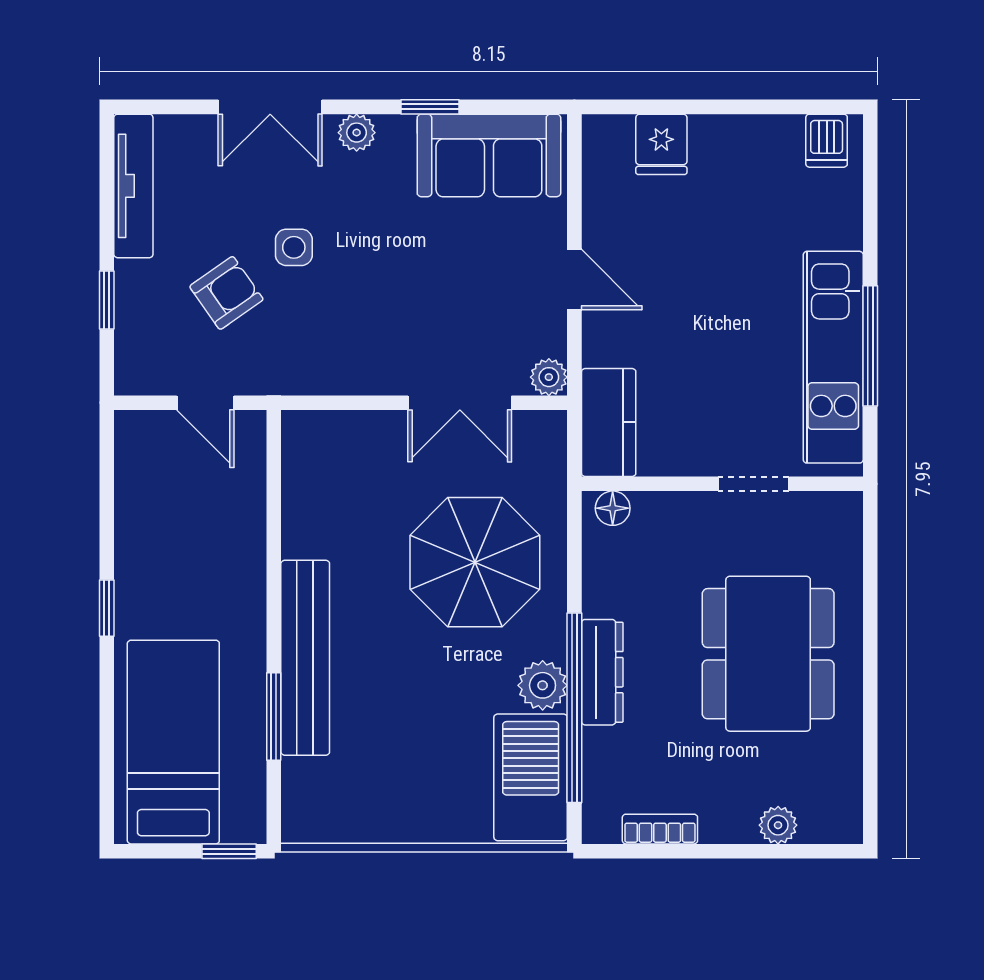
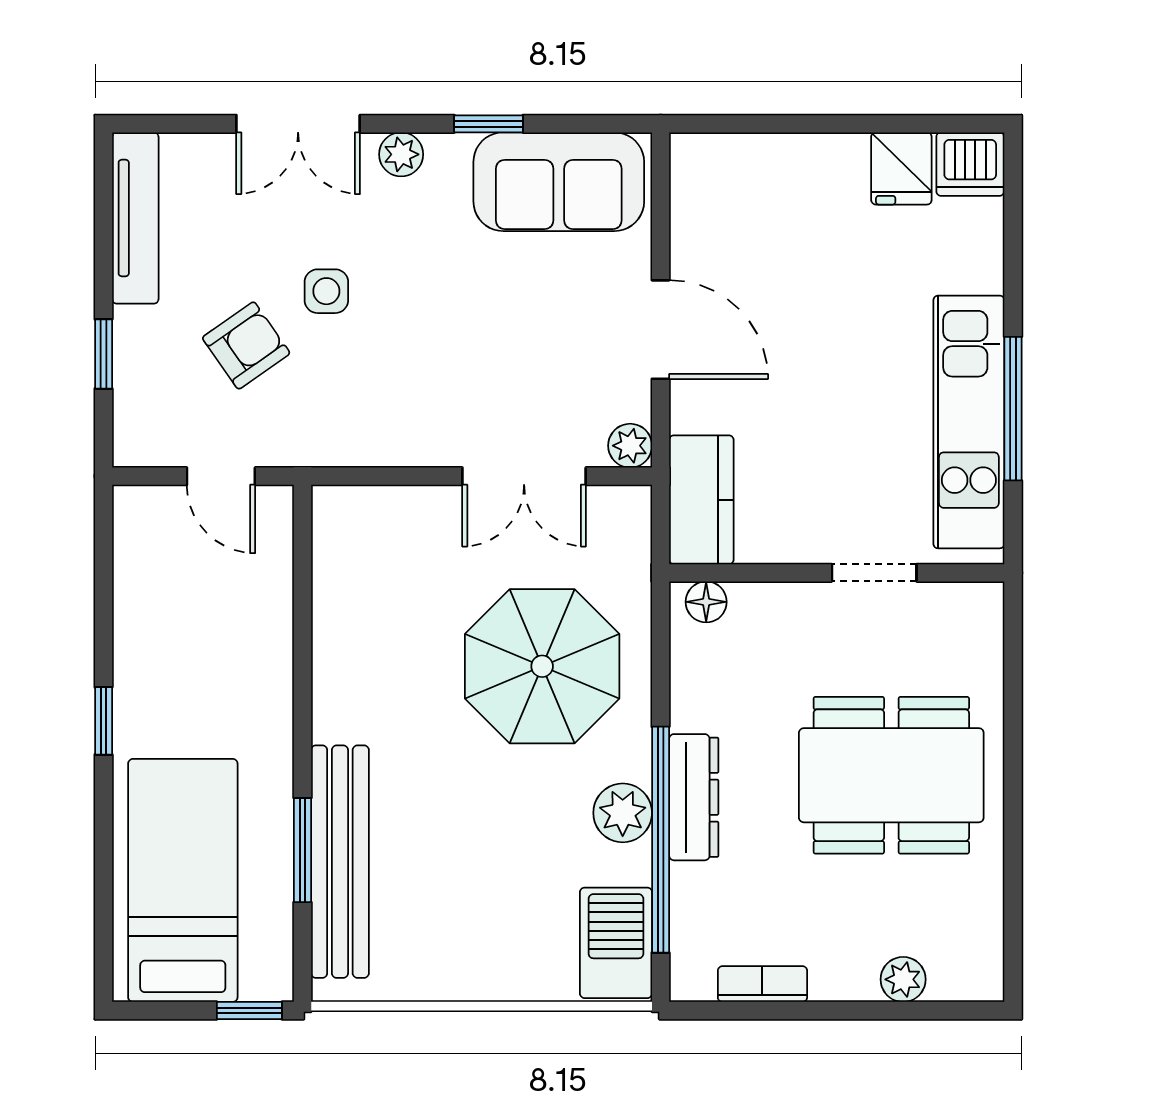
dishwasher: (827, 141) -> (970, 164), width x1.38
fridge: (661, 144) -> (901, 168), moved
door: (574, 280) -> (661, 330), width x1.38
dining table: (768, 654) -> (891, 775), turned 90
bench: (305, 658) -> (340, 862), moved
barbecue: (531, 777) -> (616, 943), width x0.73, depth x0.83

